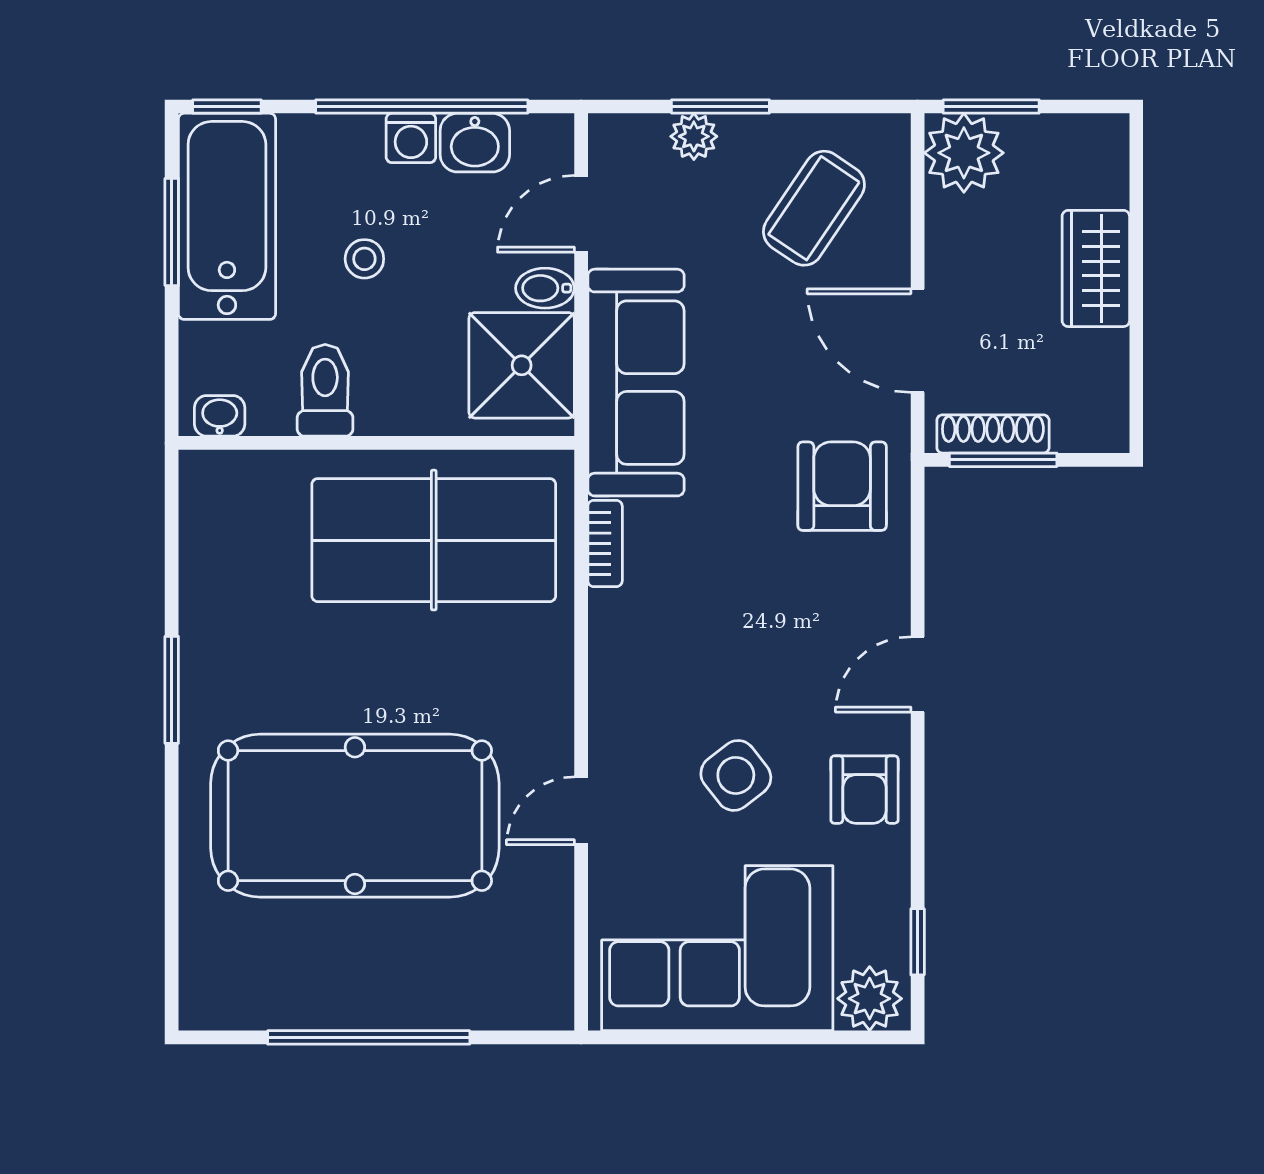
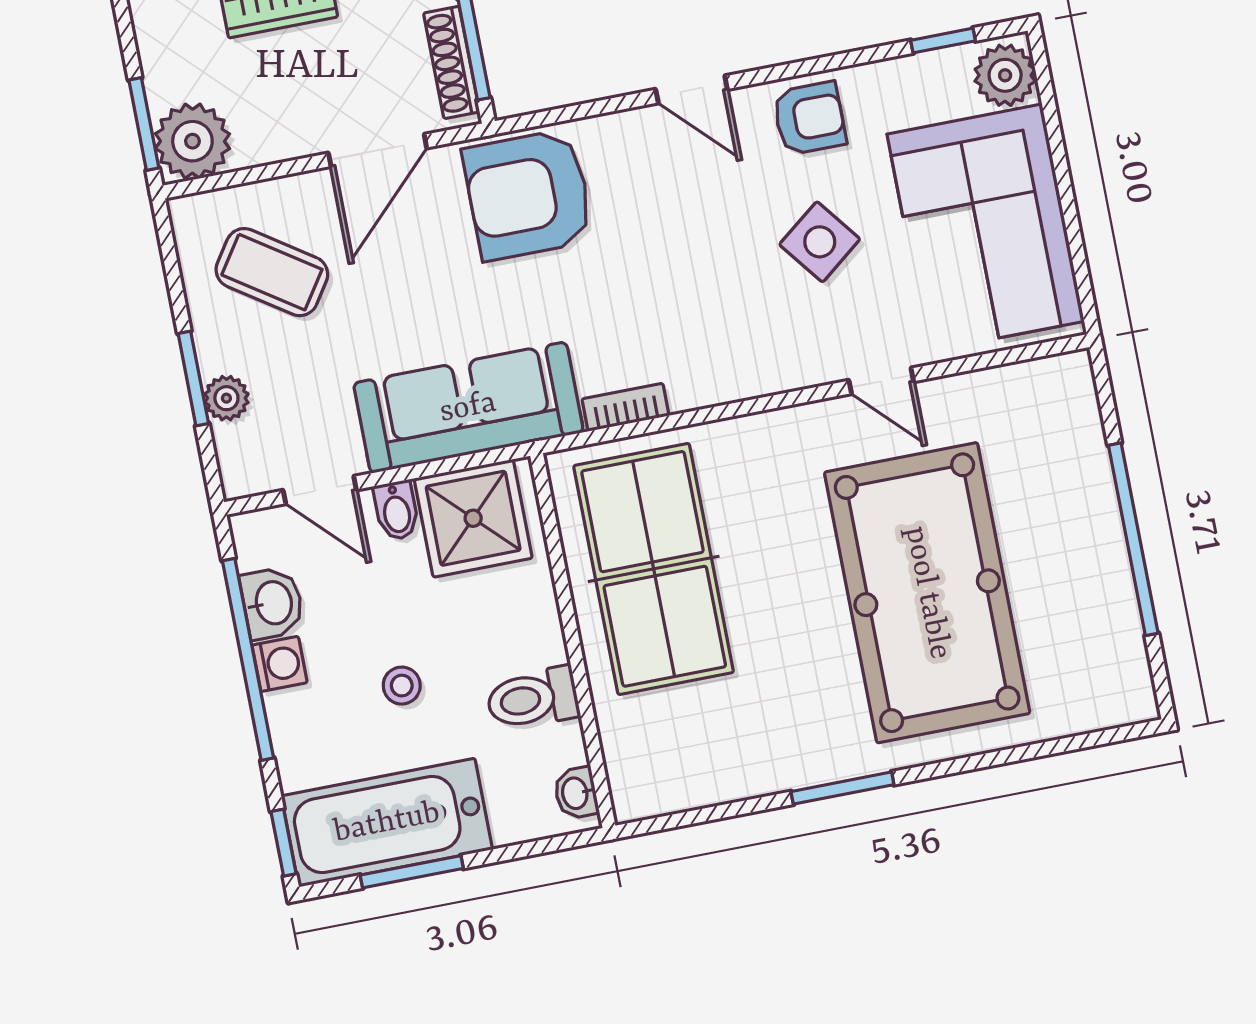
armchair: (842, 486) -> (528, 195), width x1.36, depth x1.36

